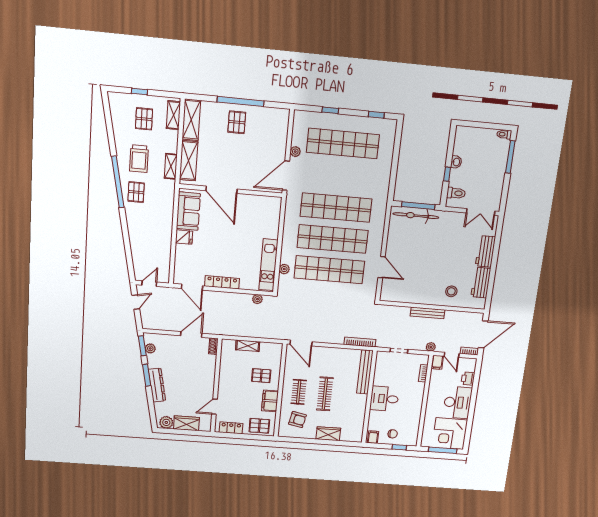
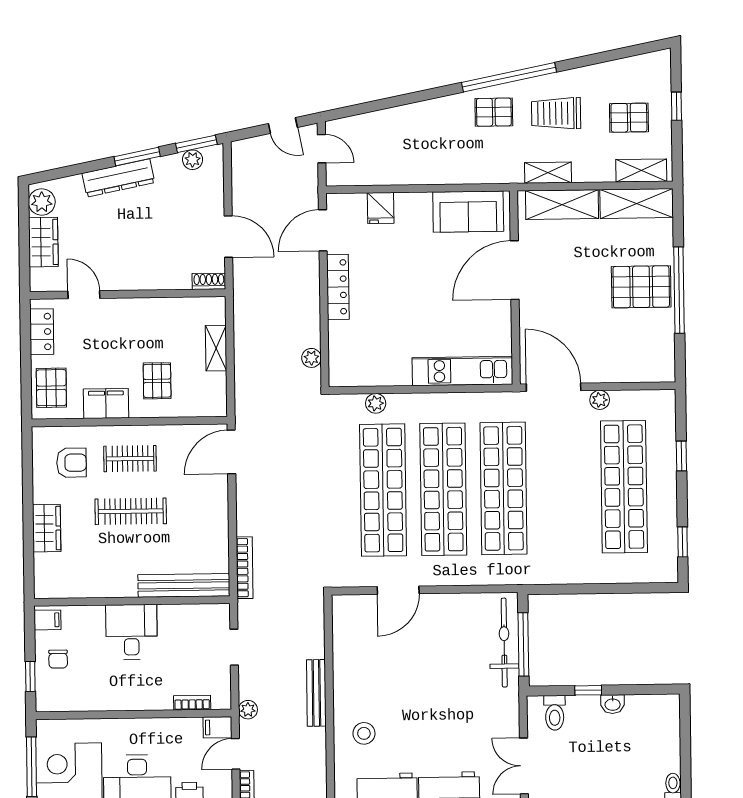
pallet: (237, 122) -> (641, 287), width x1.50, depth x1.42
fridge: (184, 237) -> (381, 208), moved
kitchen unit: (268, 265) -> (462, 371), moved
armchair: (297, 420) -> (71, 463), turned -102

